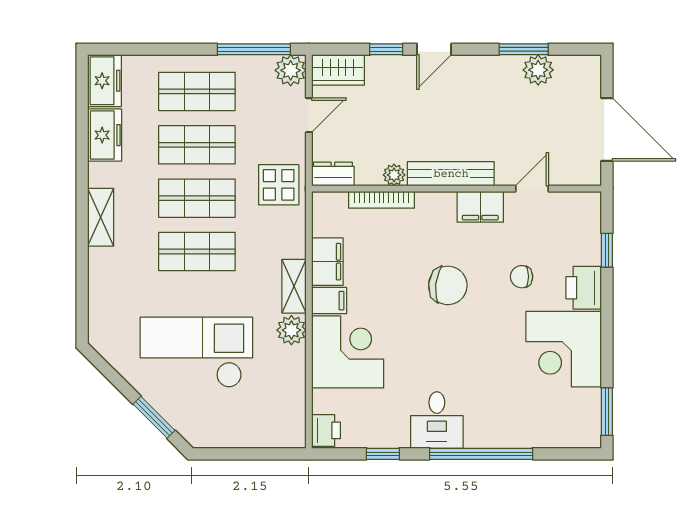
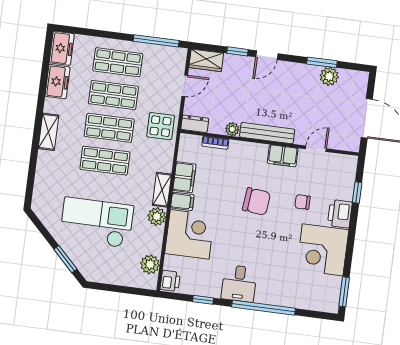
plant: (291, 70) -> (150, 264), moved
bookcase: (382, 200) -> (215, 143), width x0.64

